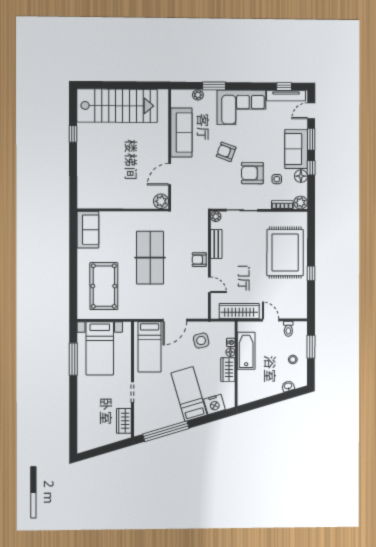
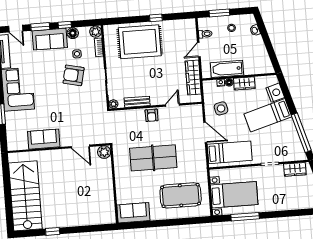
plant: (198, 95) -> (10, 128), removed
sofa: (181, 133) -> (44, 139), width x0.73
armchair: (226, 152) -> (57, 99), removed
armchair: (252, 173) -> (74, 75), turned 103

